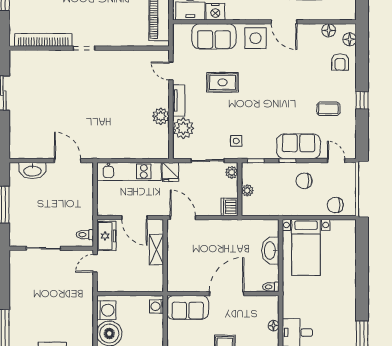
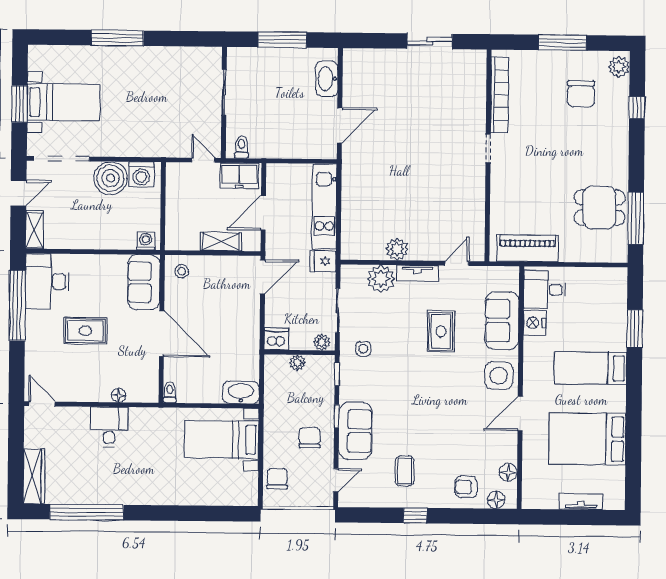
washbasin: (270, 251) -> (241, 392), moved
stool: (179, 279) -> (182, 271), added

